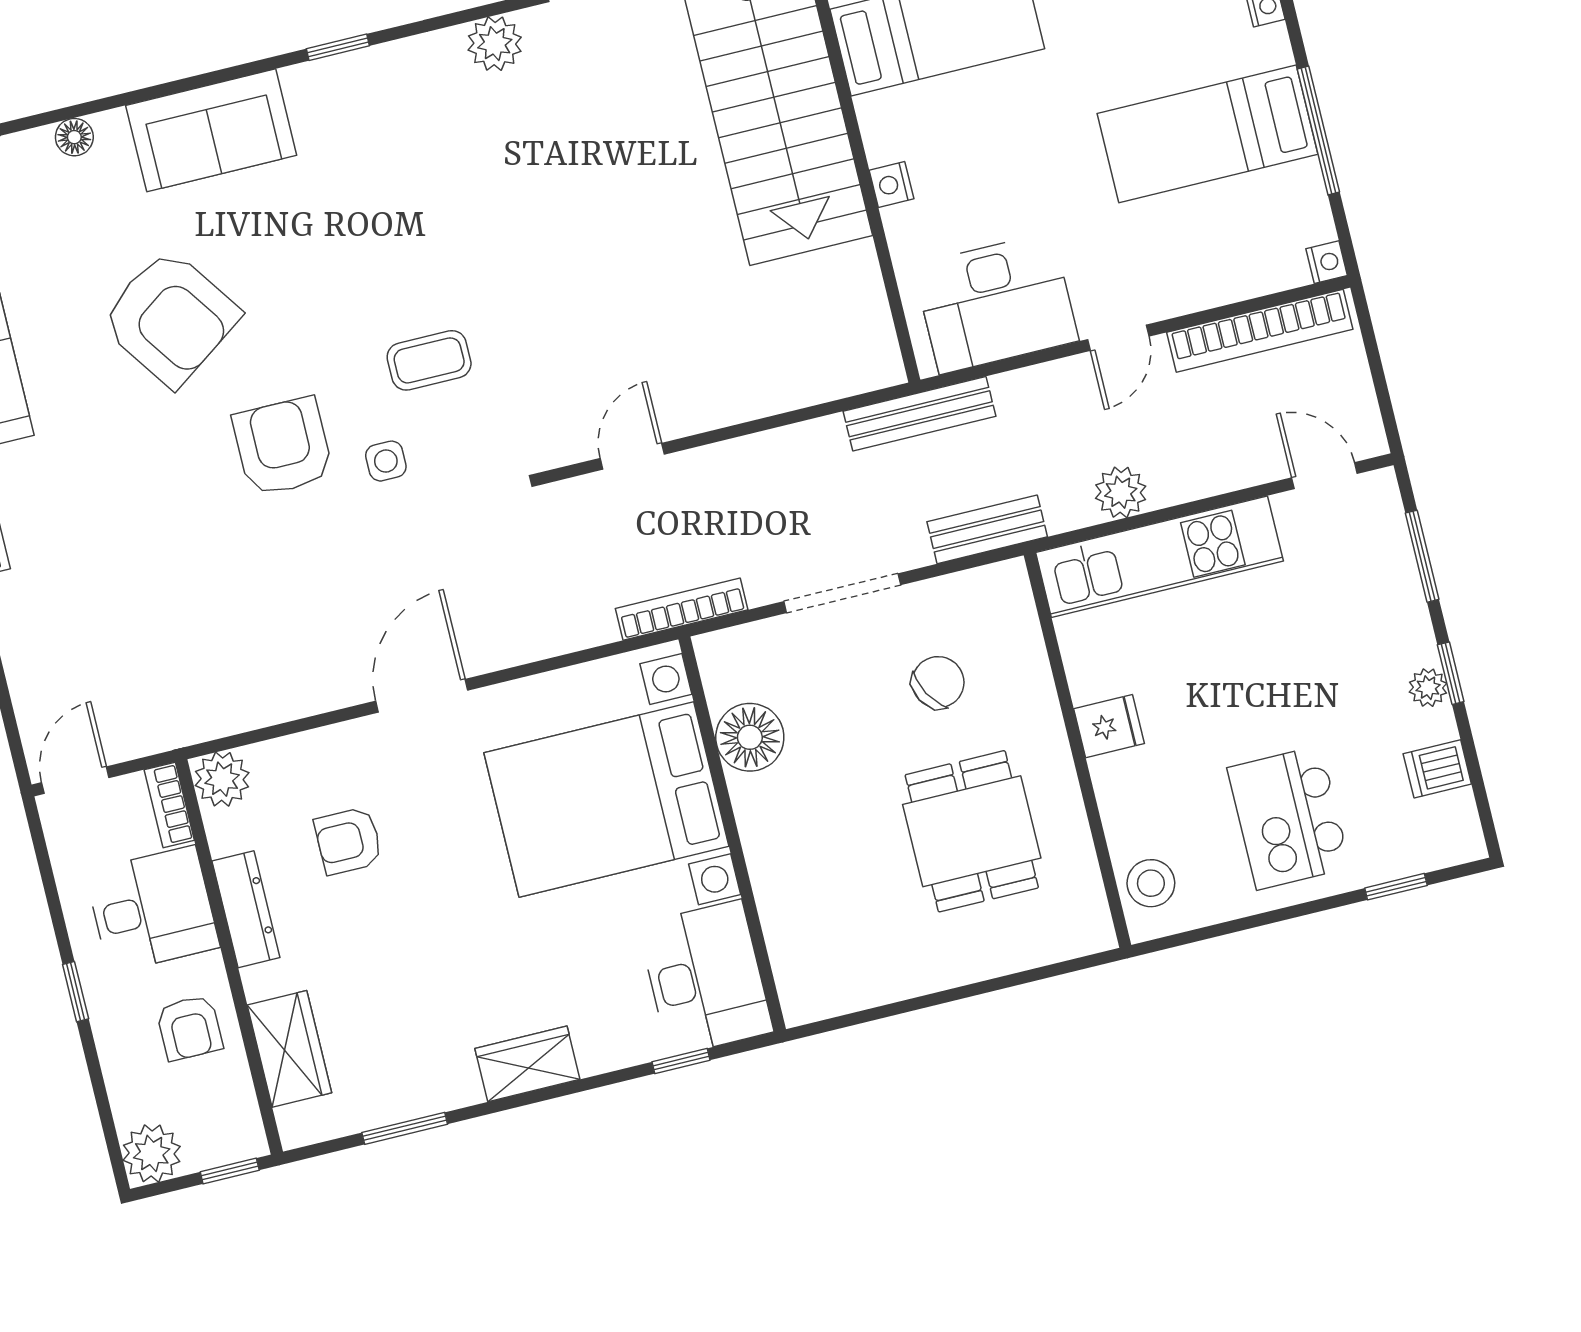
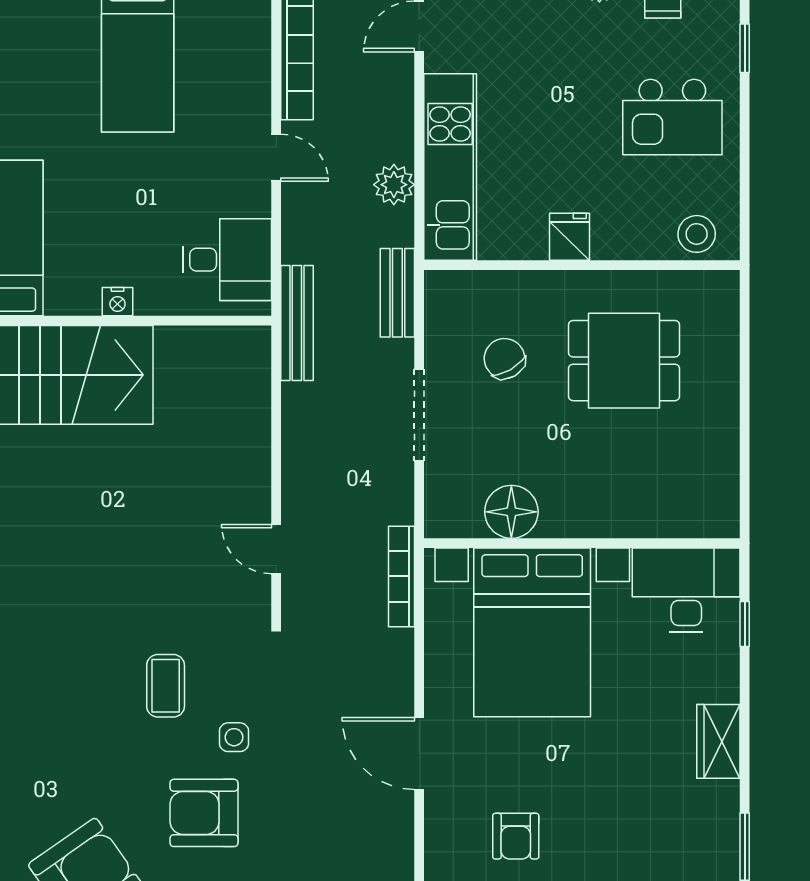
desk: (996, 303) -> (227, 260), width x0.73
bookcase: (682, 609) -> (401, 576), moved

